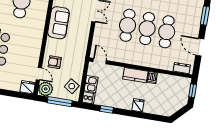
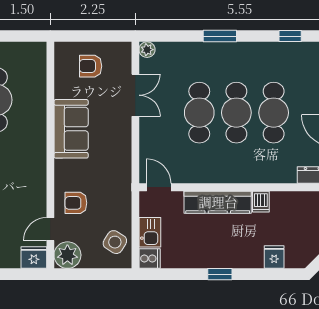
door: (39, 74) -> (50, 229), swing flipped
kitchen counter: (135, 75) -> (218, 202), width x1.50
window: (60, 102) -> (97, 274), removed
fridge: (138, 105) -> (274, 257), moved
window: (107, 109) -> (220, 274), moved

